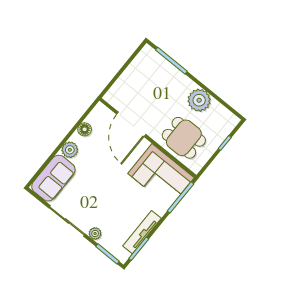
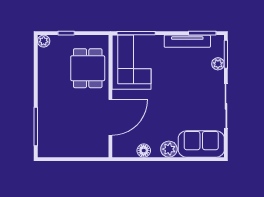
plant: (199, 100) -> (44, 41), moved, width x0.53, depth x0.53
plant: (95, 234) -> (218, 64), moved

